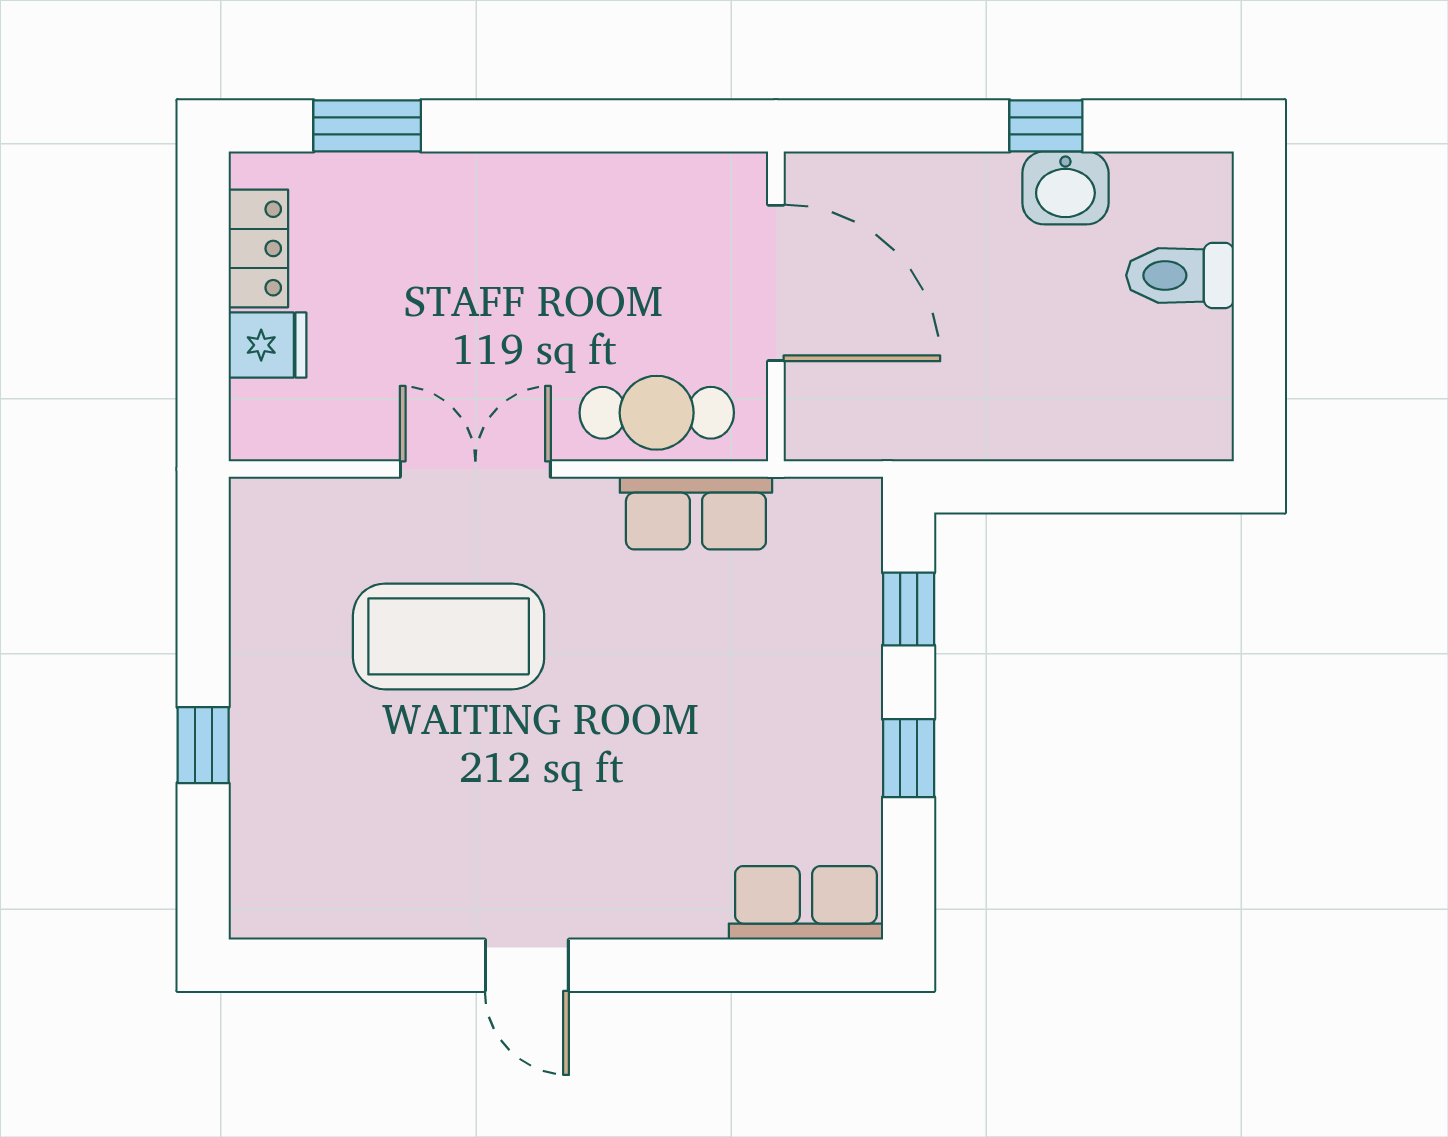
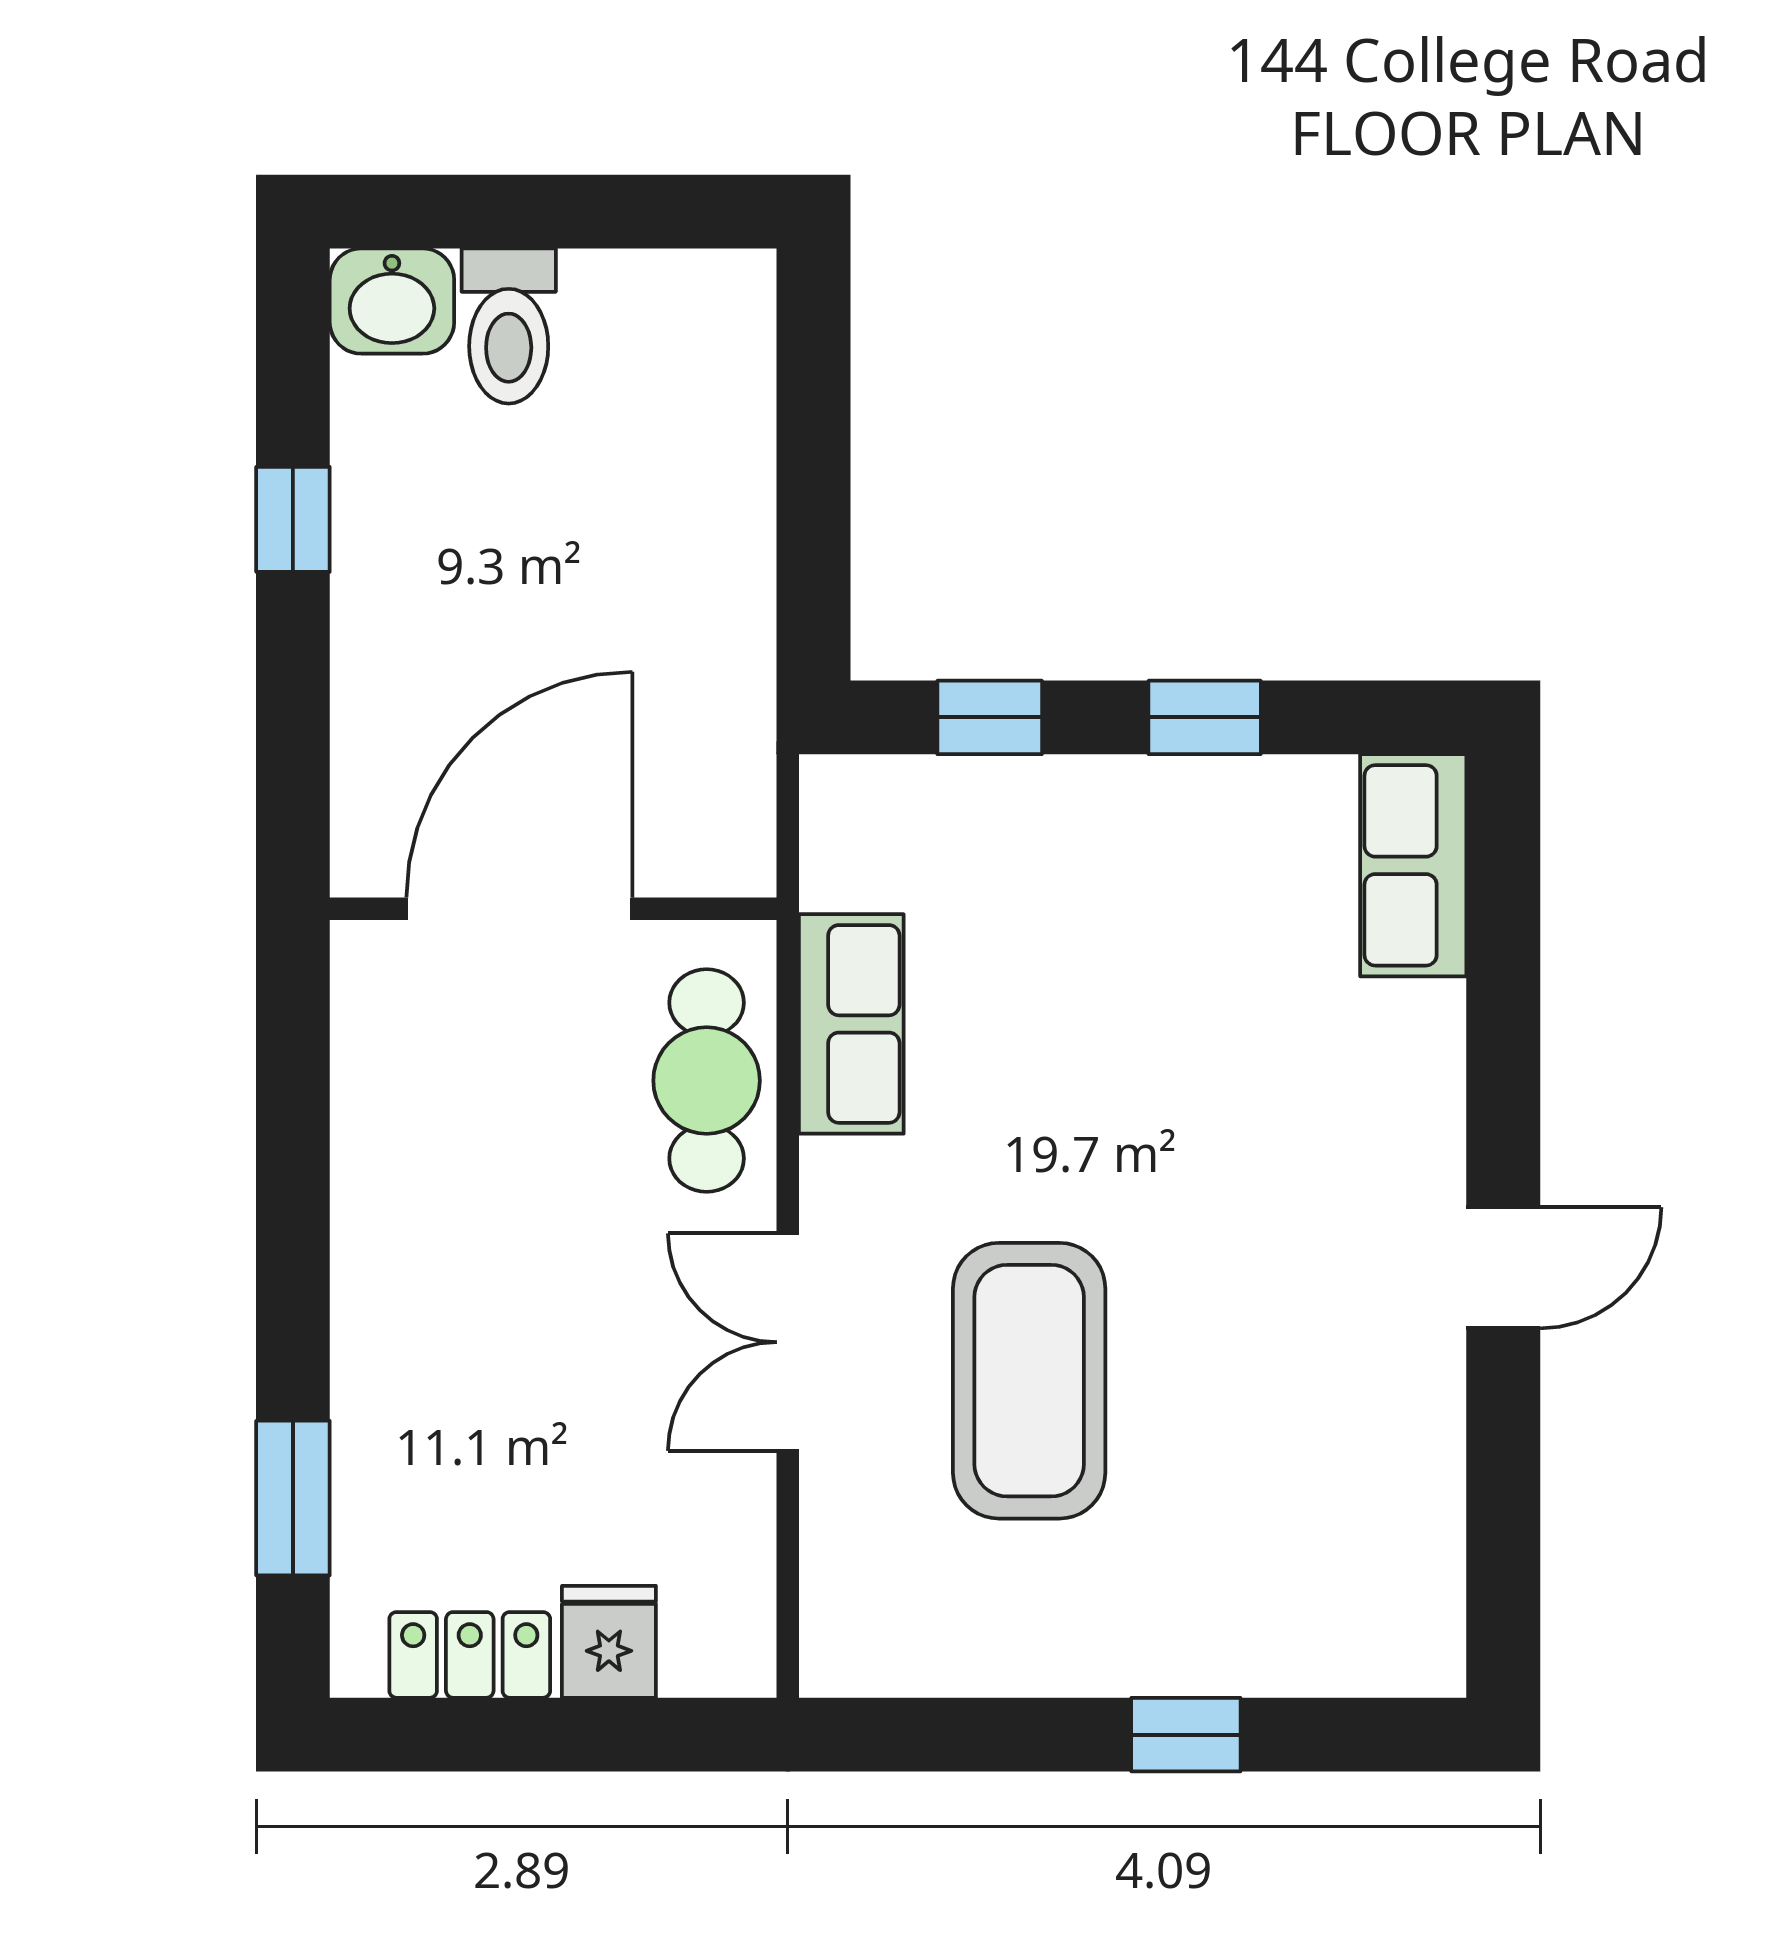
washbasin: (1065, 188) -> (392, 301), moved, turned 90

